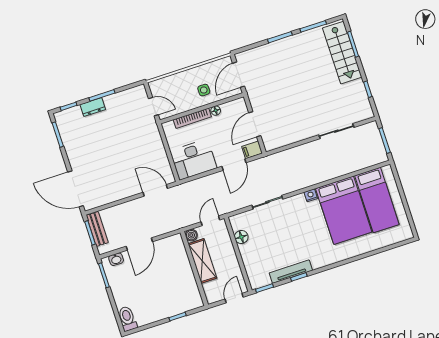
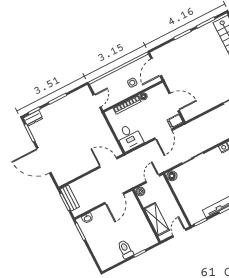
dresser: (93, 107) -> (33, 118), moved
door: (153, 107) -> (97, 101), hinge flipped
door: (255, 124) -> (174, 102), swing flipped
desk: (193, 160) -> (129, 137), width x0.73
door: (76, 189) -> (44, 161), moved
floor lamp: (241, 237) -> (172, 176), moved
door: (139, 244) -> (114, 198), moved
shelving: (202, 261) -> (157, 219), moved
toilet: (127, 319) -> (125, 249), moved

